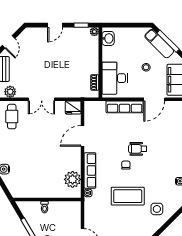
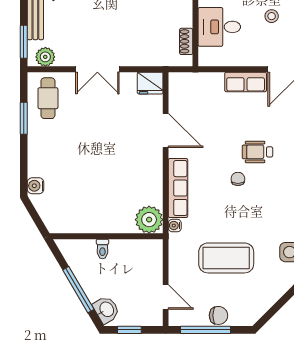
desk: (115, 78) -> (219, 27), width x0.73
row of seats: (125, 107) -> (246, 82), width x0.68
door: (83, 136) -> (166, 130), swing flipped
plant: (73, 179) -> (149, 220), moved
coffee table: (128, 196) -> (226, 258), moved

